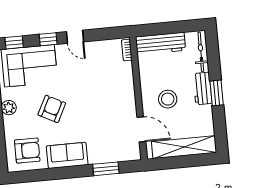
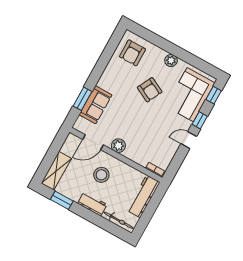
window: (217, 93) -> (62, 200), moved
plant: (128, 102) -> (118, 146), added
shelving: (184, 147) -> (56, 171), width x0.68
sofa: (67, 155) -> (95, 105), moved

